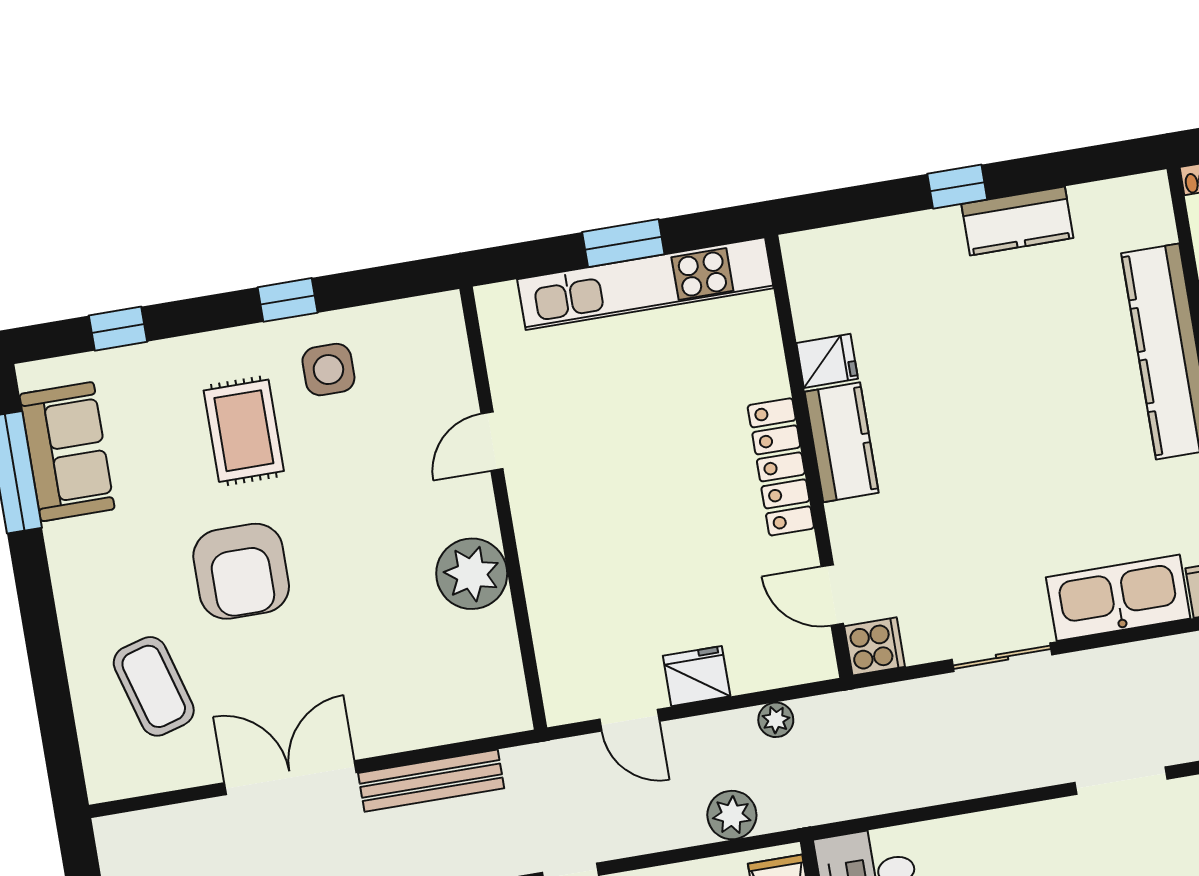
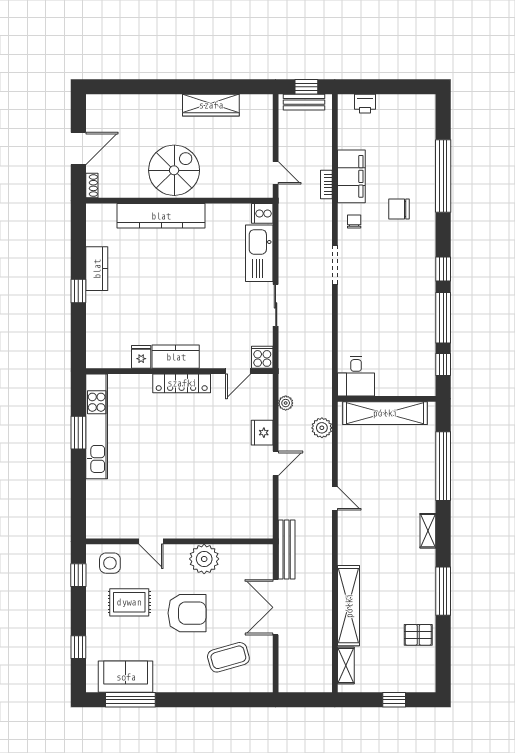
door: (492, 441) -> (151, 541), moved
wall: (503, 508) -> (179, 541), moved
plant: (472, 574) -> (204, 559), moved

